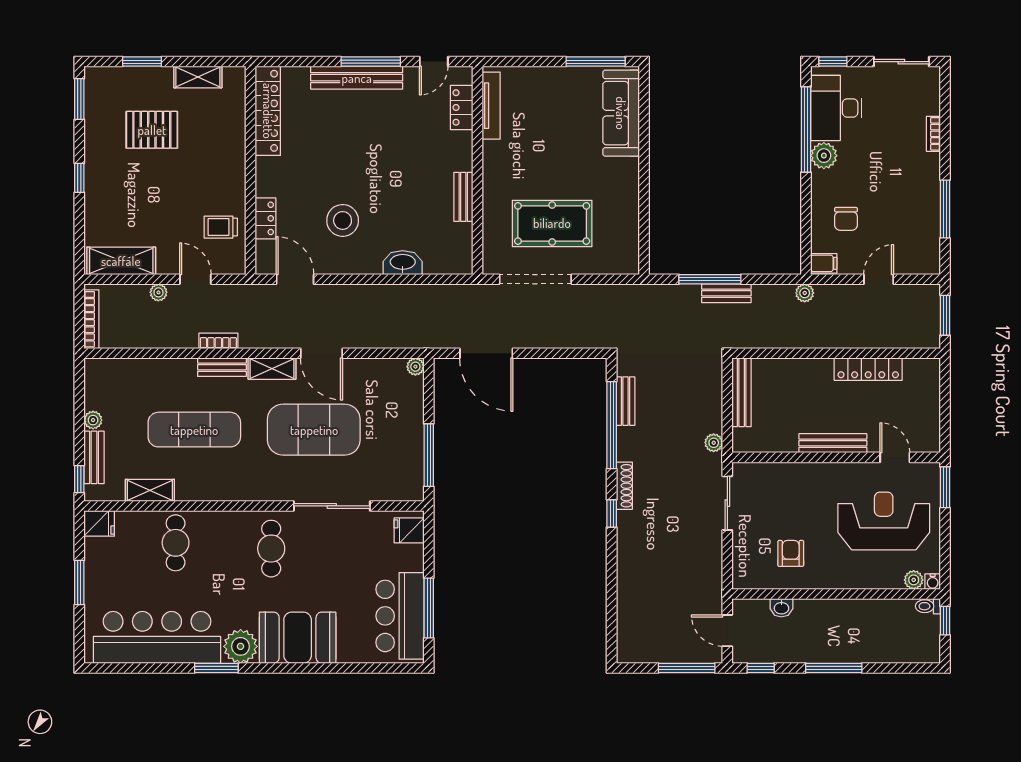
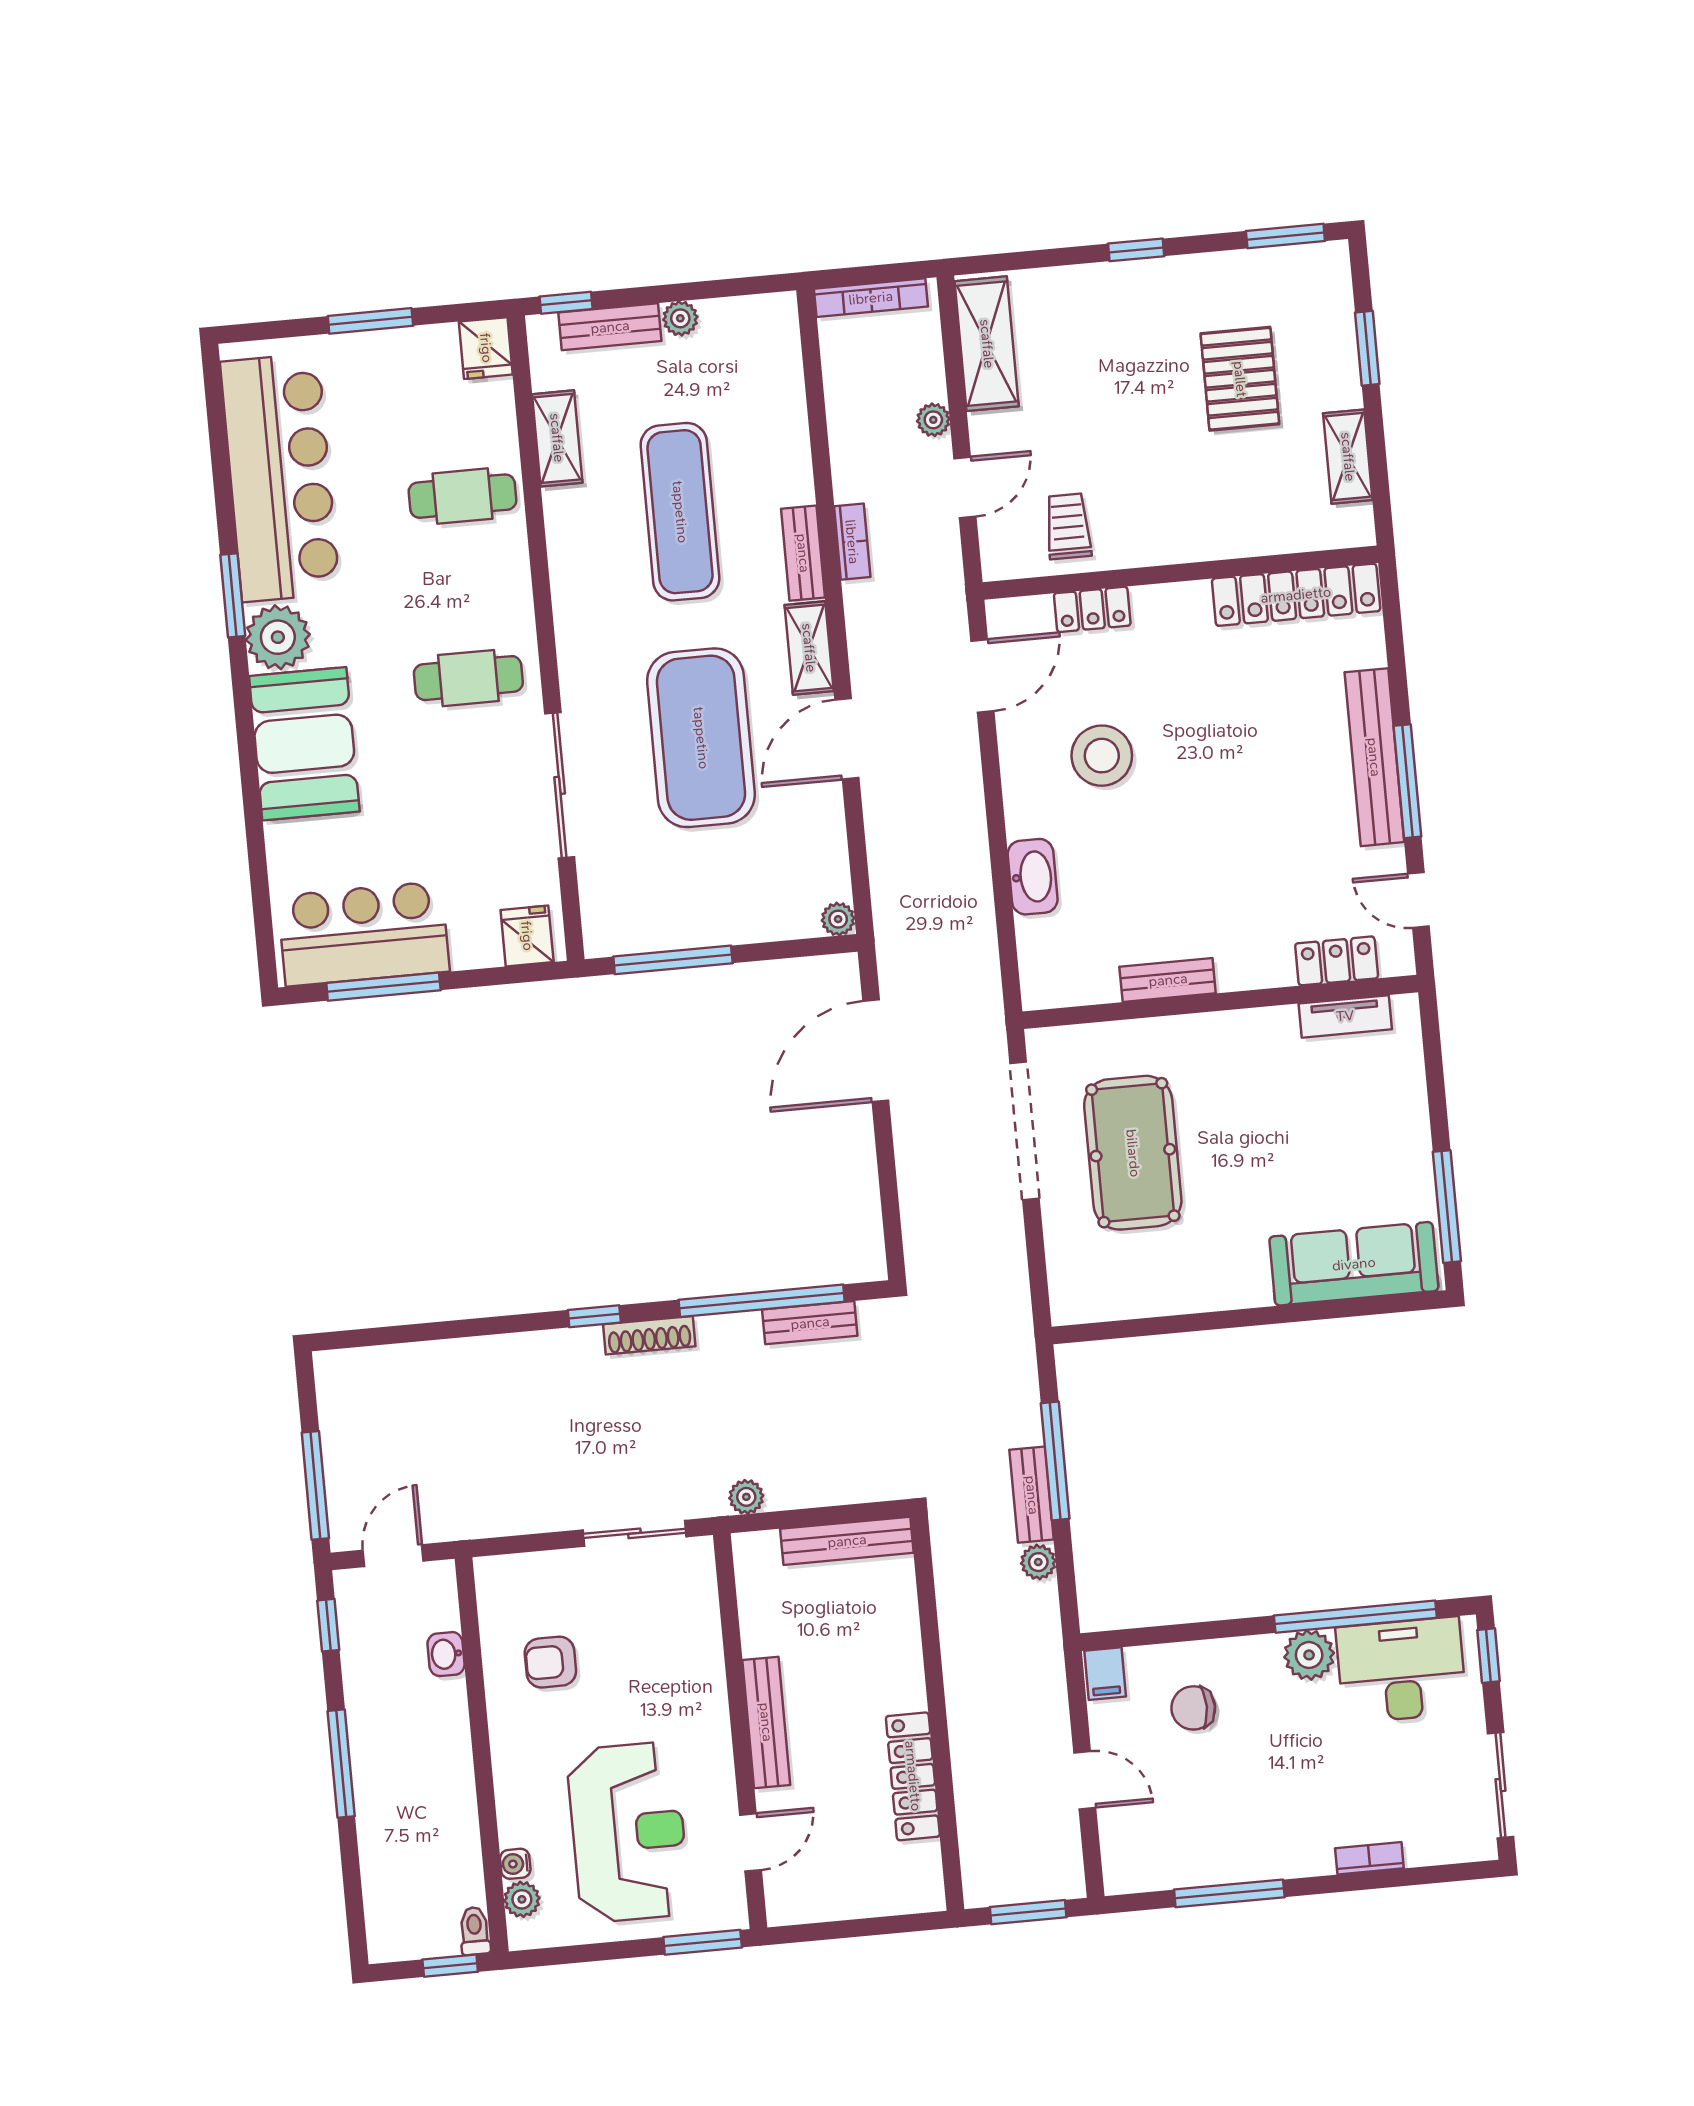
tv unit: (491, 106) -> (1345, 1016), width x0.71
plant: (805, 293) -> (1038, 1562), moved
armchair: (791, 553) -> (550, 1662), turned 180
water cooler: (933, 582) -> (515, 1864), moved

